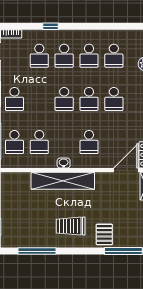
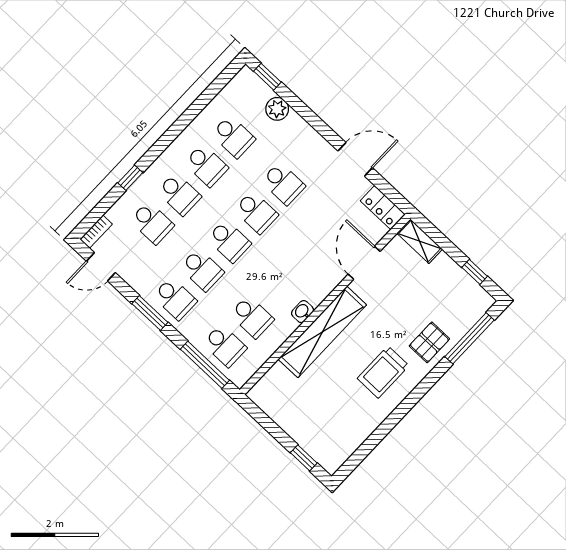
school desk: (89, 142) -> (202, 270), moved
door: (126, 170) -> (364, 263), moved
pallet: (104, 234) -> (429, 342), turned 90
window: (37, 251) -> (375, 438), removed

